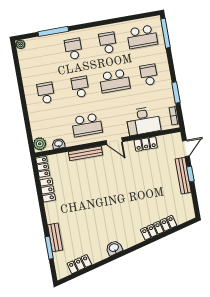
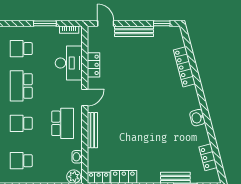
school desk: (115, 81) -> (21, 86), turned 180
window: (190, 174) -> (162, 23), moved

